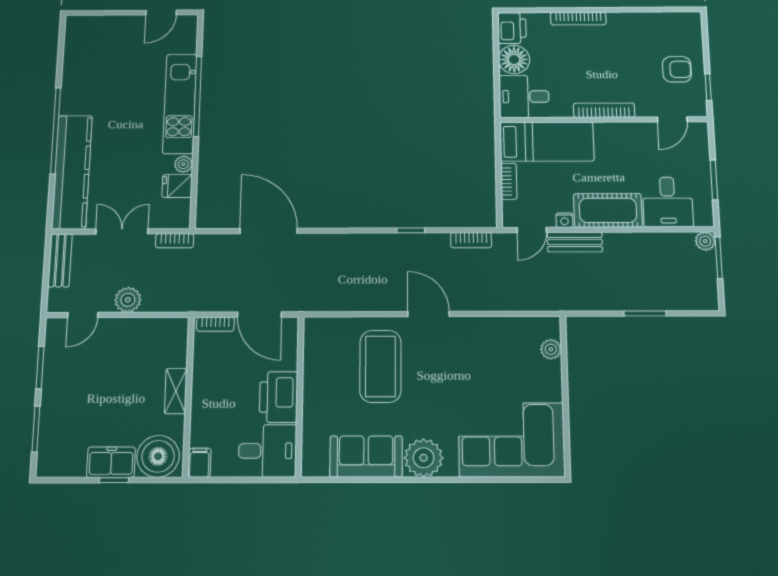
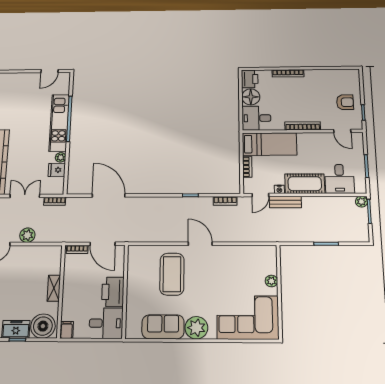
door: (672, 119) -> (342, 131), hinge flipped
plant: (551, 349) -> (271, 281), moved

